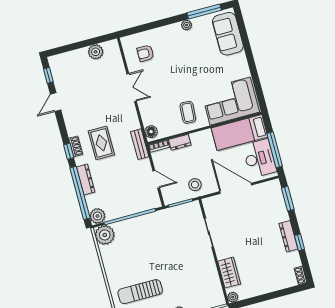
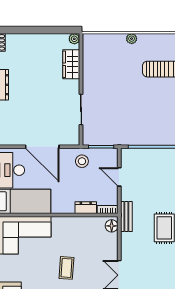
coffee table: (188, 112) -> (66, 268), moved

